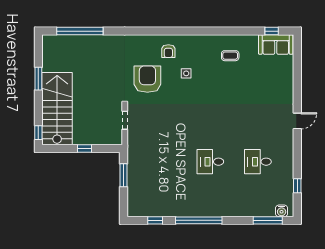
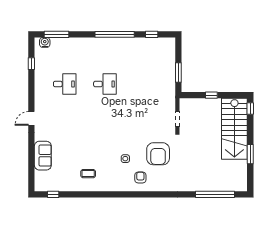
sofa: (276, 45) -> (43, 156), moved, turned 90

